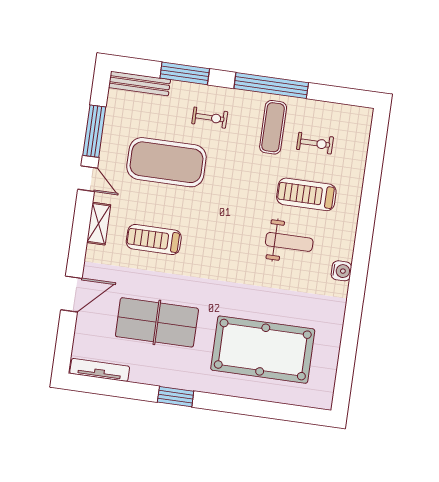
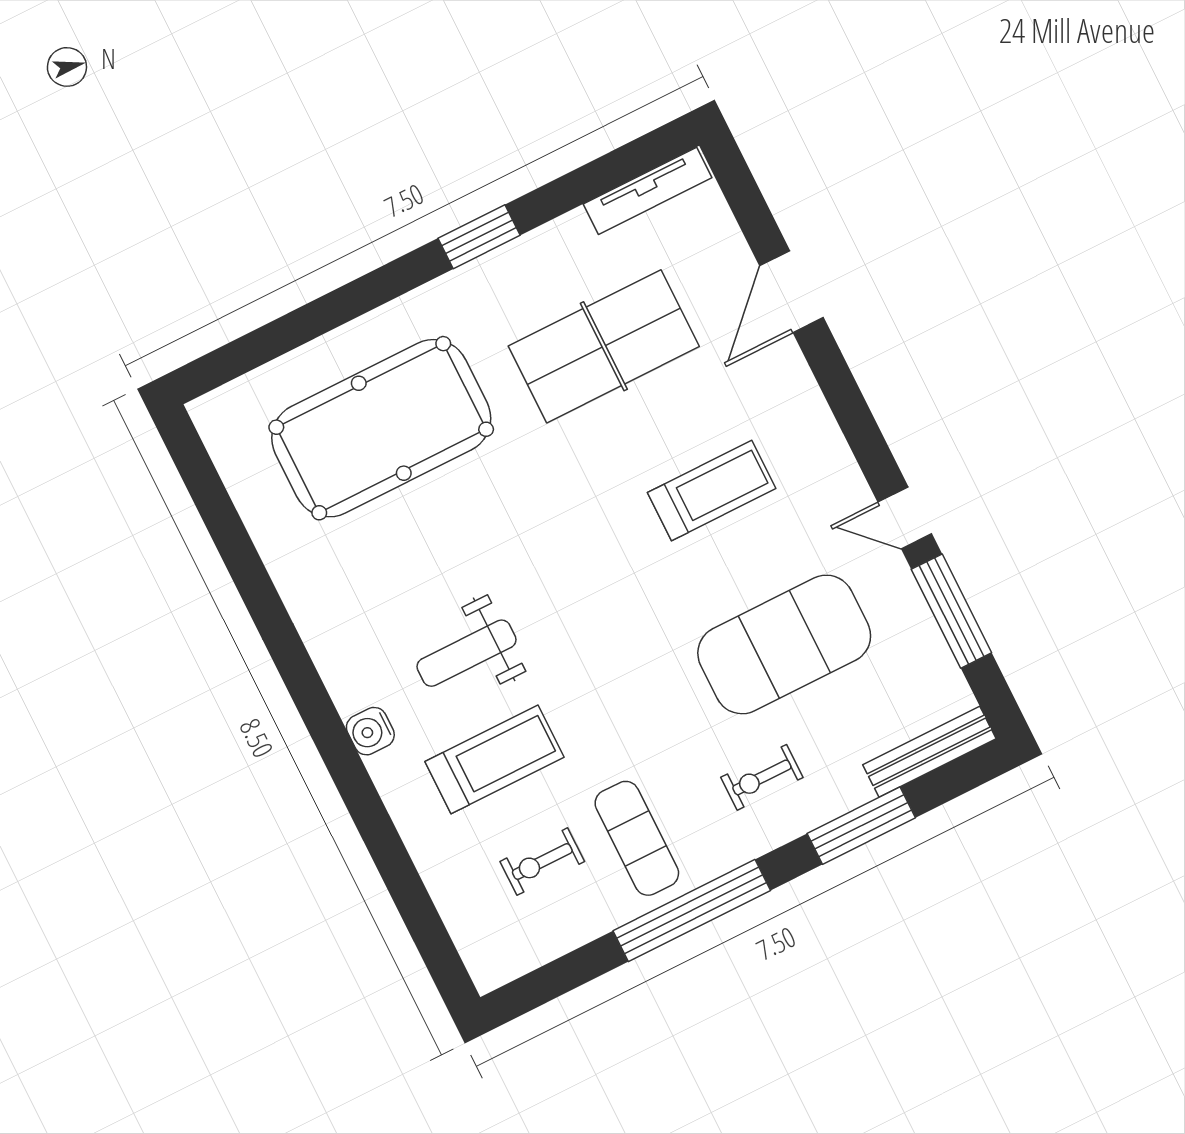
shelving: (99, 224) -> (830, 451), removed
water cooler: (341, 271) -> (370, 731), moved

